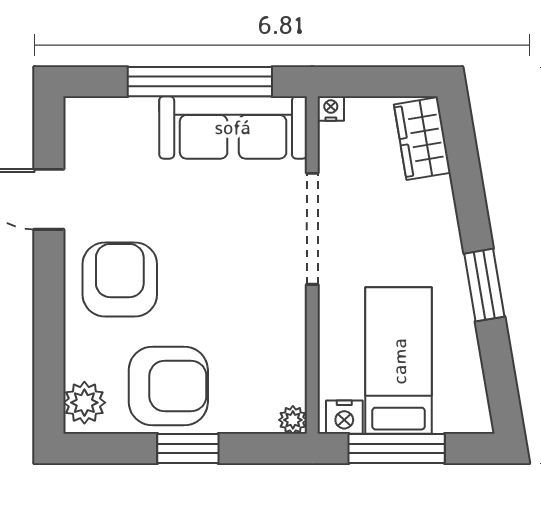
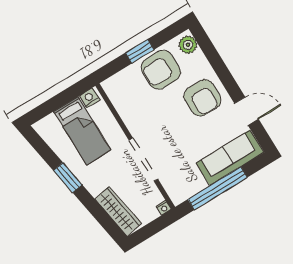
sofa: (233, 127) -> (230, 158), moved
wardrobe: (422, 139) -> (118, 211), width x1.50
plant: (293, 420) -> (108, 85), removed
window: (397, 449) -> (63, 98), removed

